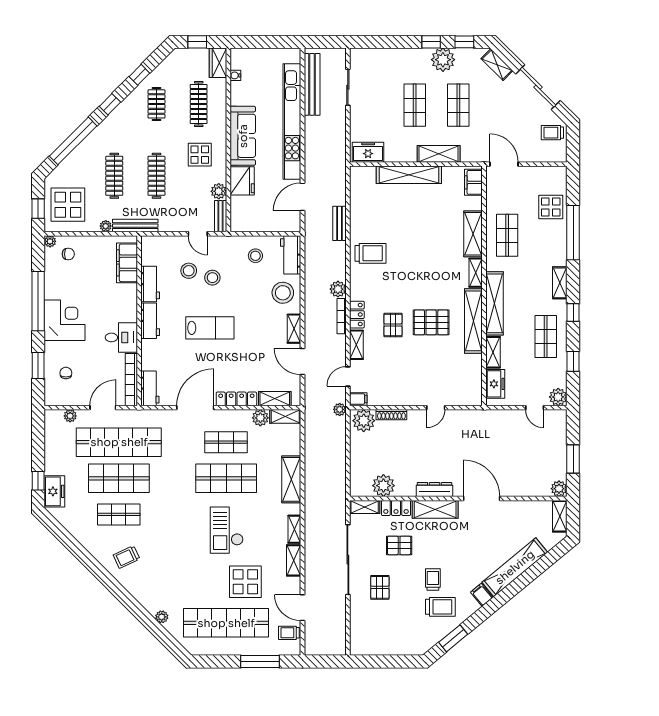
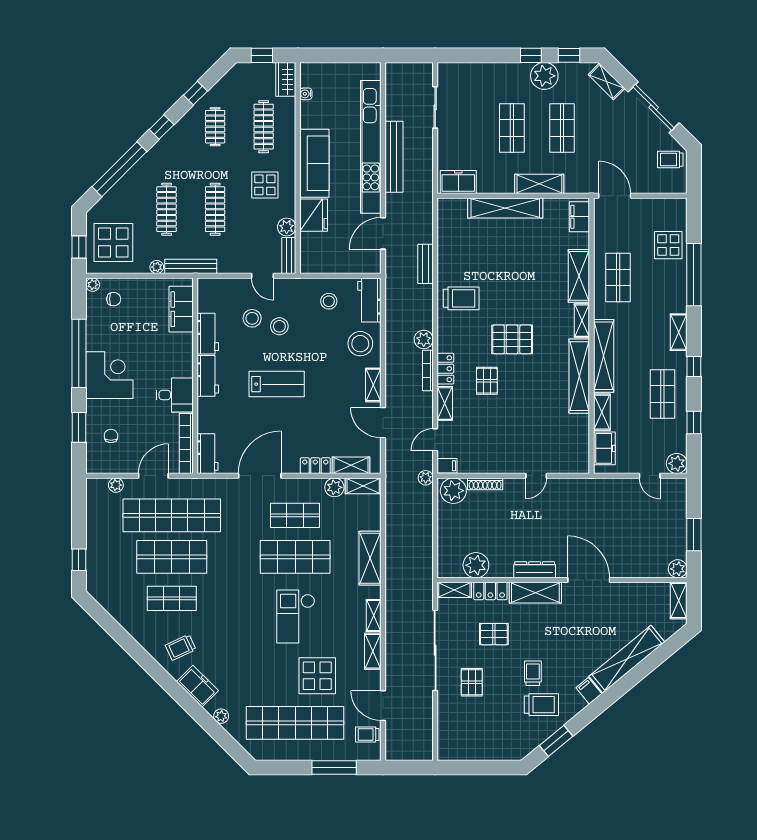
bench: (312, 84) -> (394, 157), moved
pallet: (431, 322) -> (512, 339), moved
locker: (236, 399) -> (315, 466), width x0.66
freezer: (54, 491) -> (197, 686), moved, turned -45

